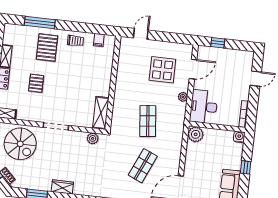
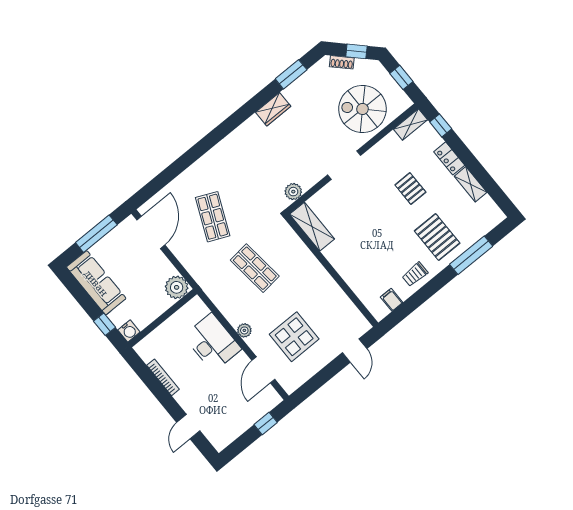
wall: (217, 127) -> (162, 318), moved
plant: (196, 134) -> (177, 287), moved
water cooler: (239, 137) -> (129, 331), moved

